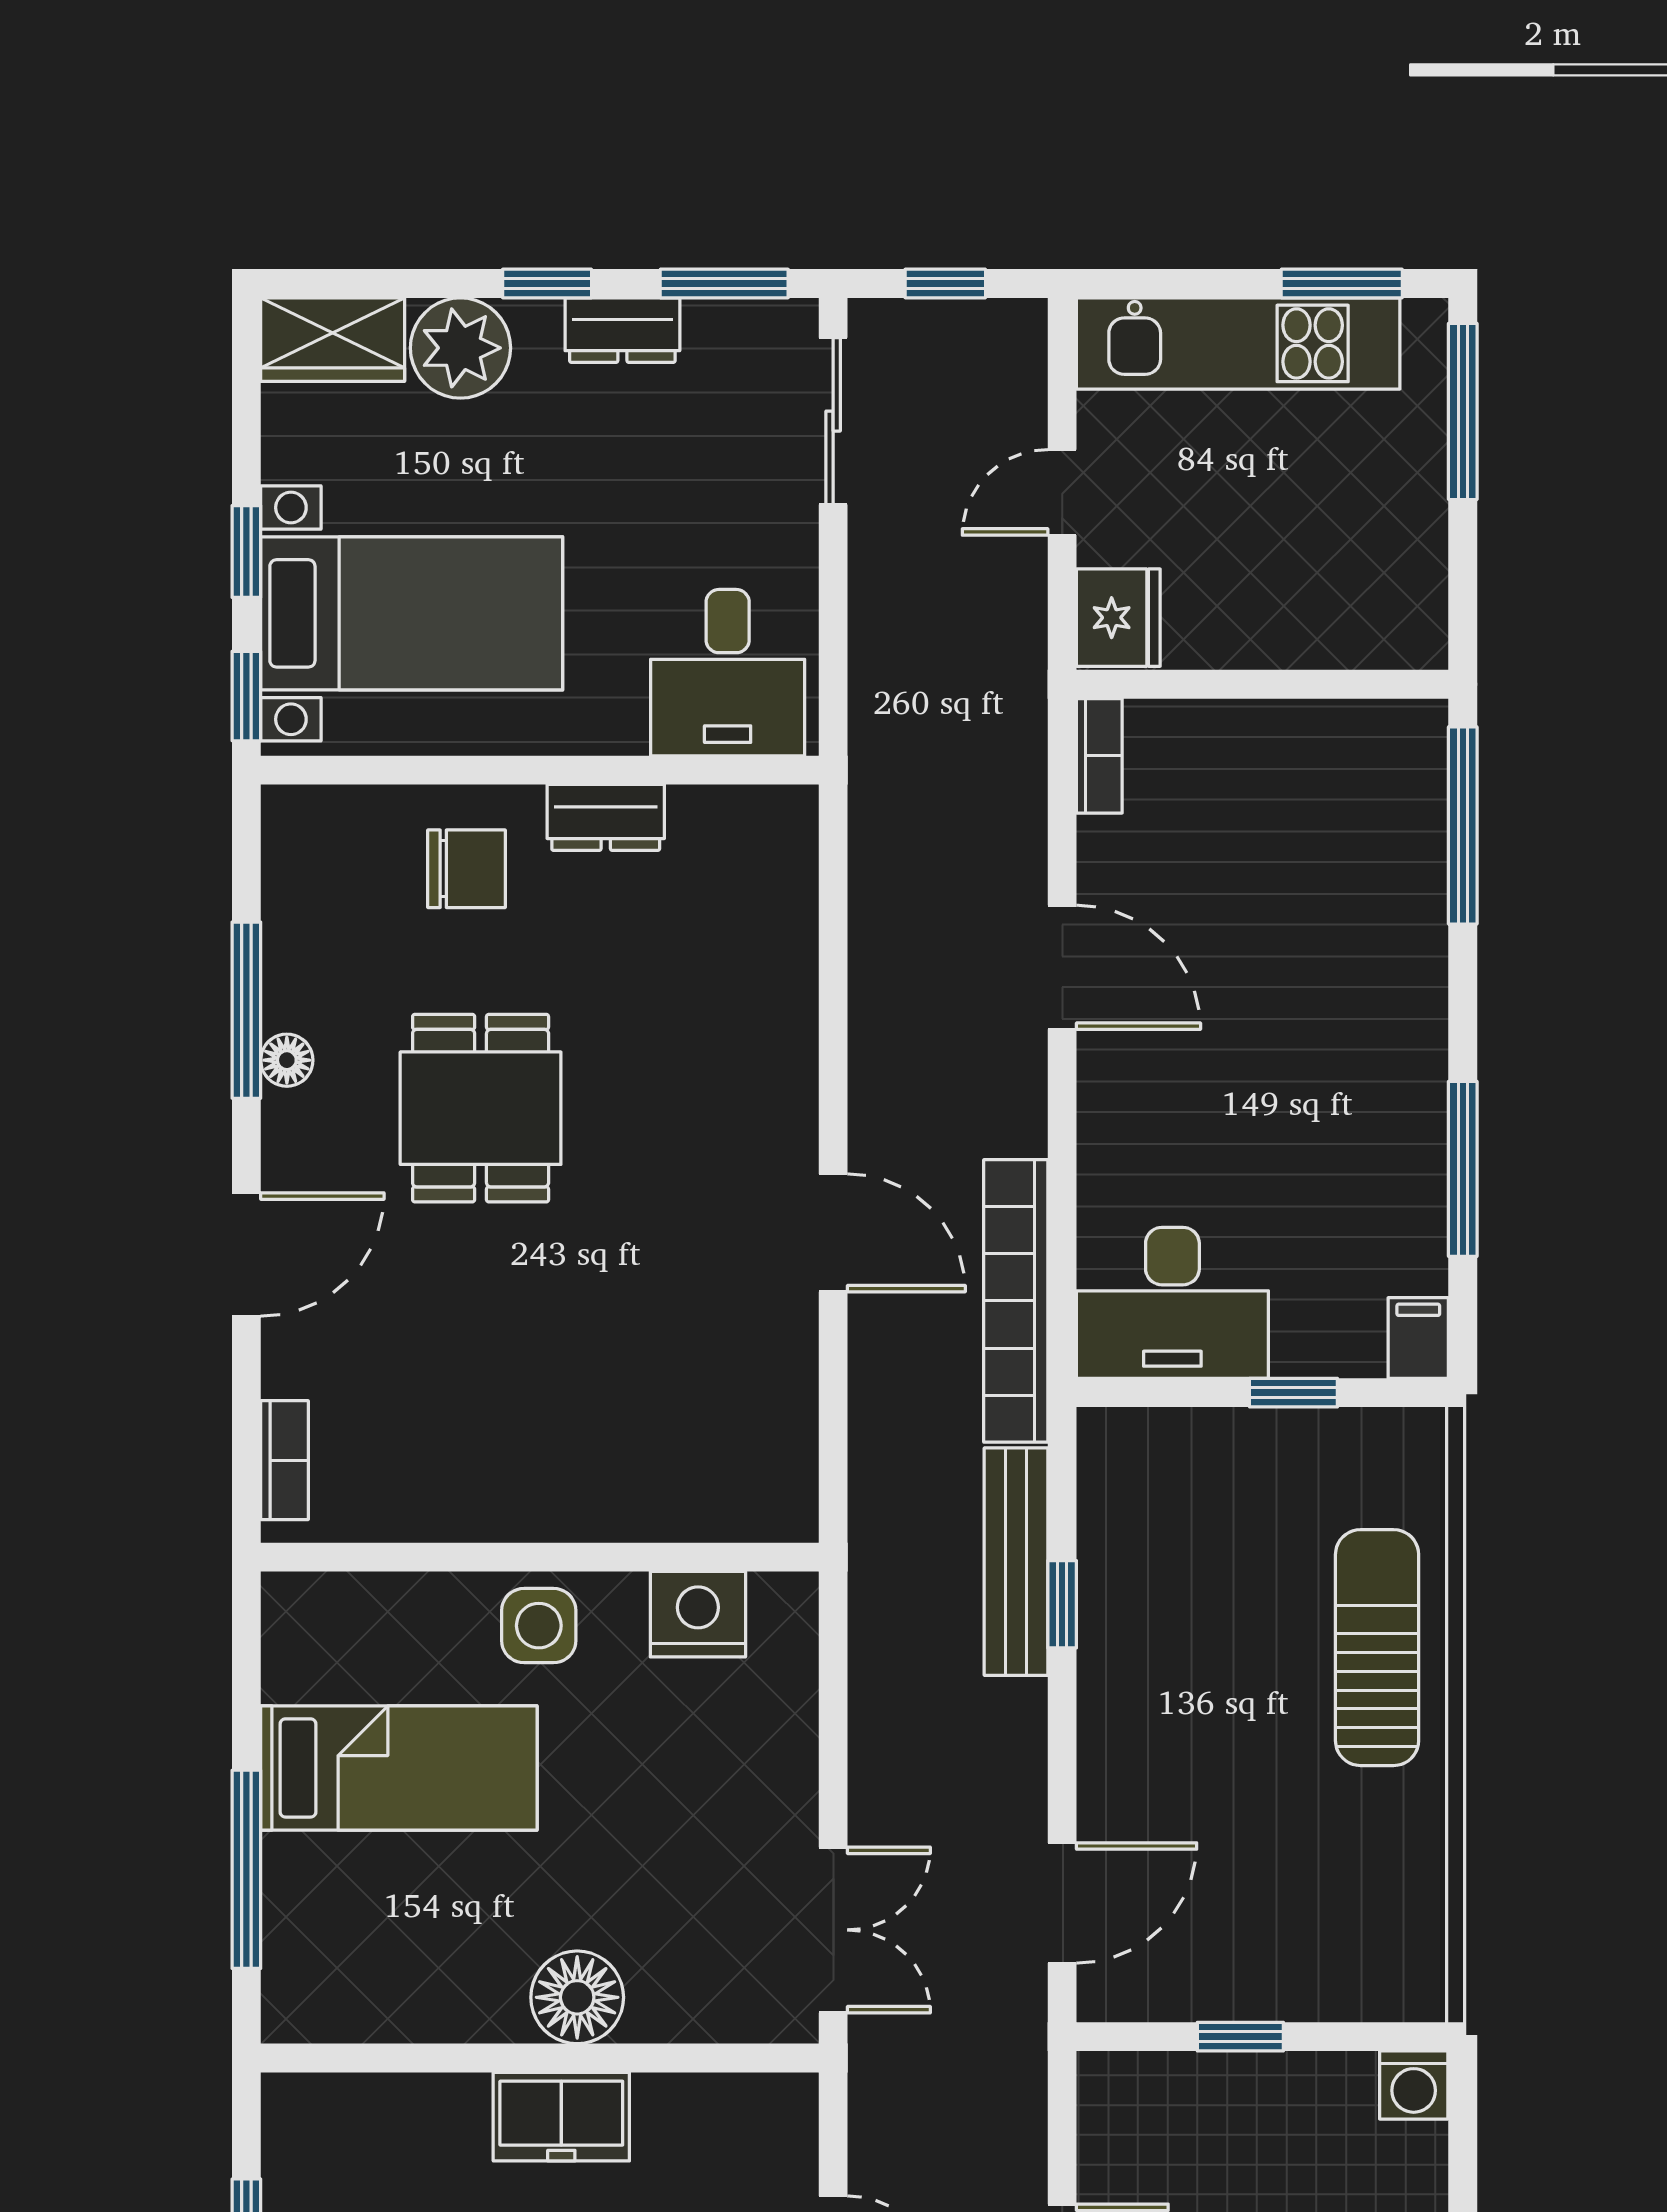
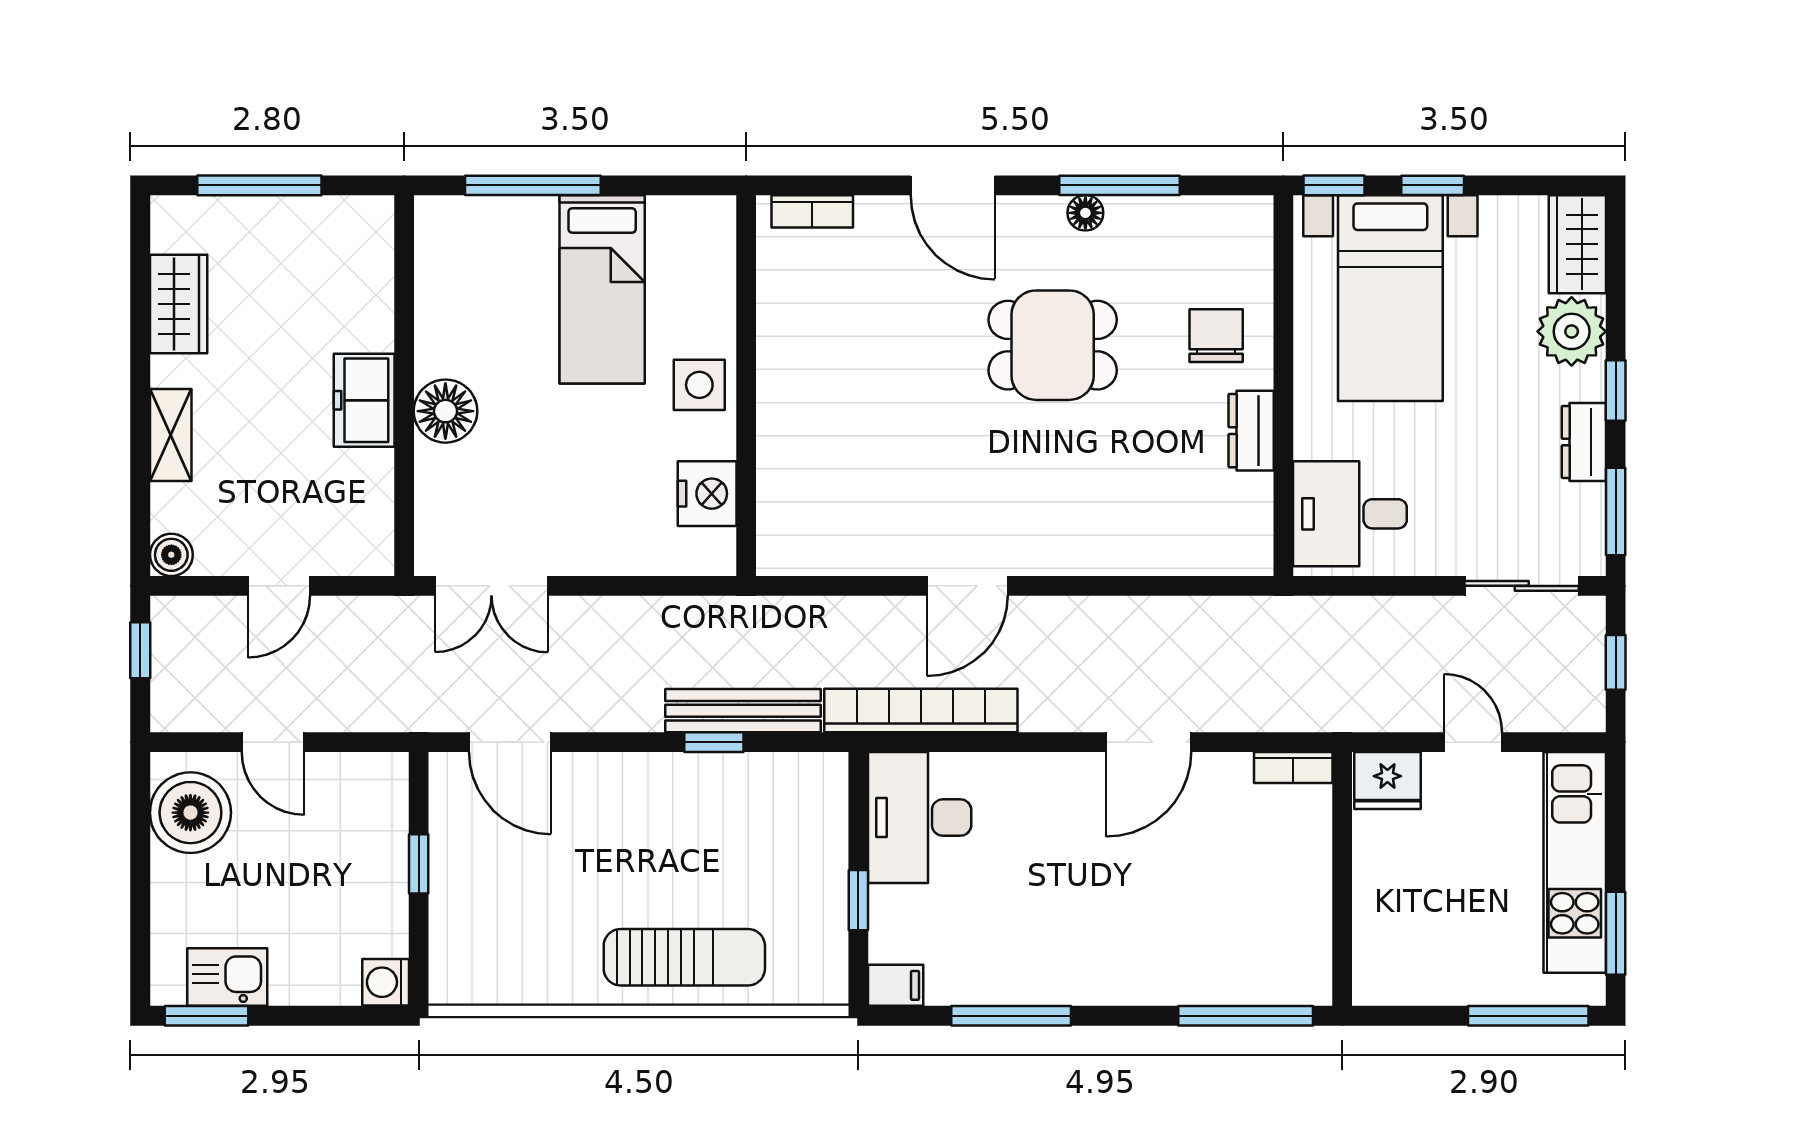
chair: (467, 869) -> (1216, 336), turned 180

